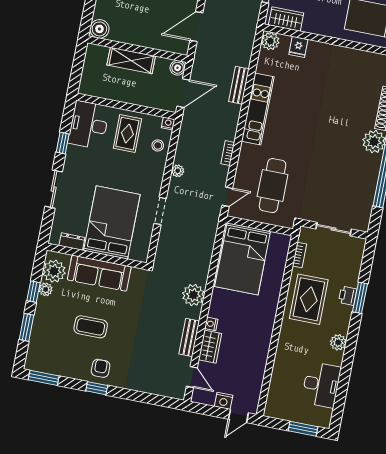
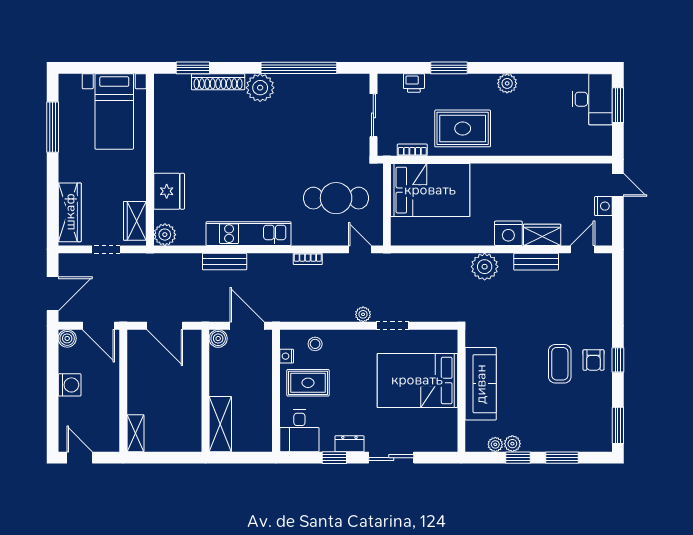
boiler: (99, 29) -> (190, 440), removed
fridge: (298, 47) -> (169, 191), width x1.88, depth x1.34
shelving: (131, 61) -> (220, 424), moved
nightstand: (168, 124) -> (287, 356), moved
desk: (89, 125) -> (299, 431), width x0.73
plant: (178, 171) -> (363, 314), moved
dresser: (72, 242) -> (349, 444), moved, turned 90
bed: (243, 259) -> (430, 190), moved
plant: (54, 271) -> (495, 444), width x0.53, depth x0.53
printer: (348, 296) -> (414, 83), moved
nightstand: (211, 324) -> (508, 233), width x1.89, depth x1.79
coffee table: (91, 327) -> (560, 364), moved
armchair: (101, 368) -> (593, 360), turned -90
desk: (321, 385) -> (592, 99), moved, turned 90

